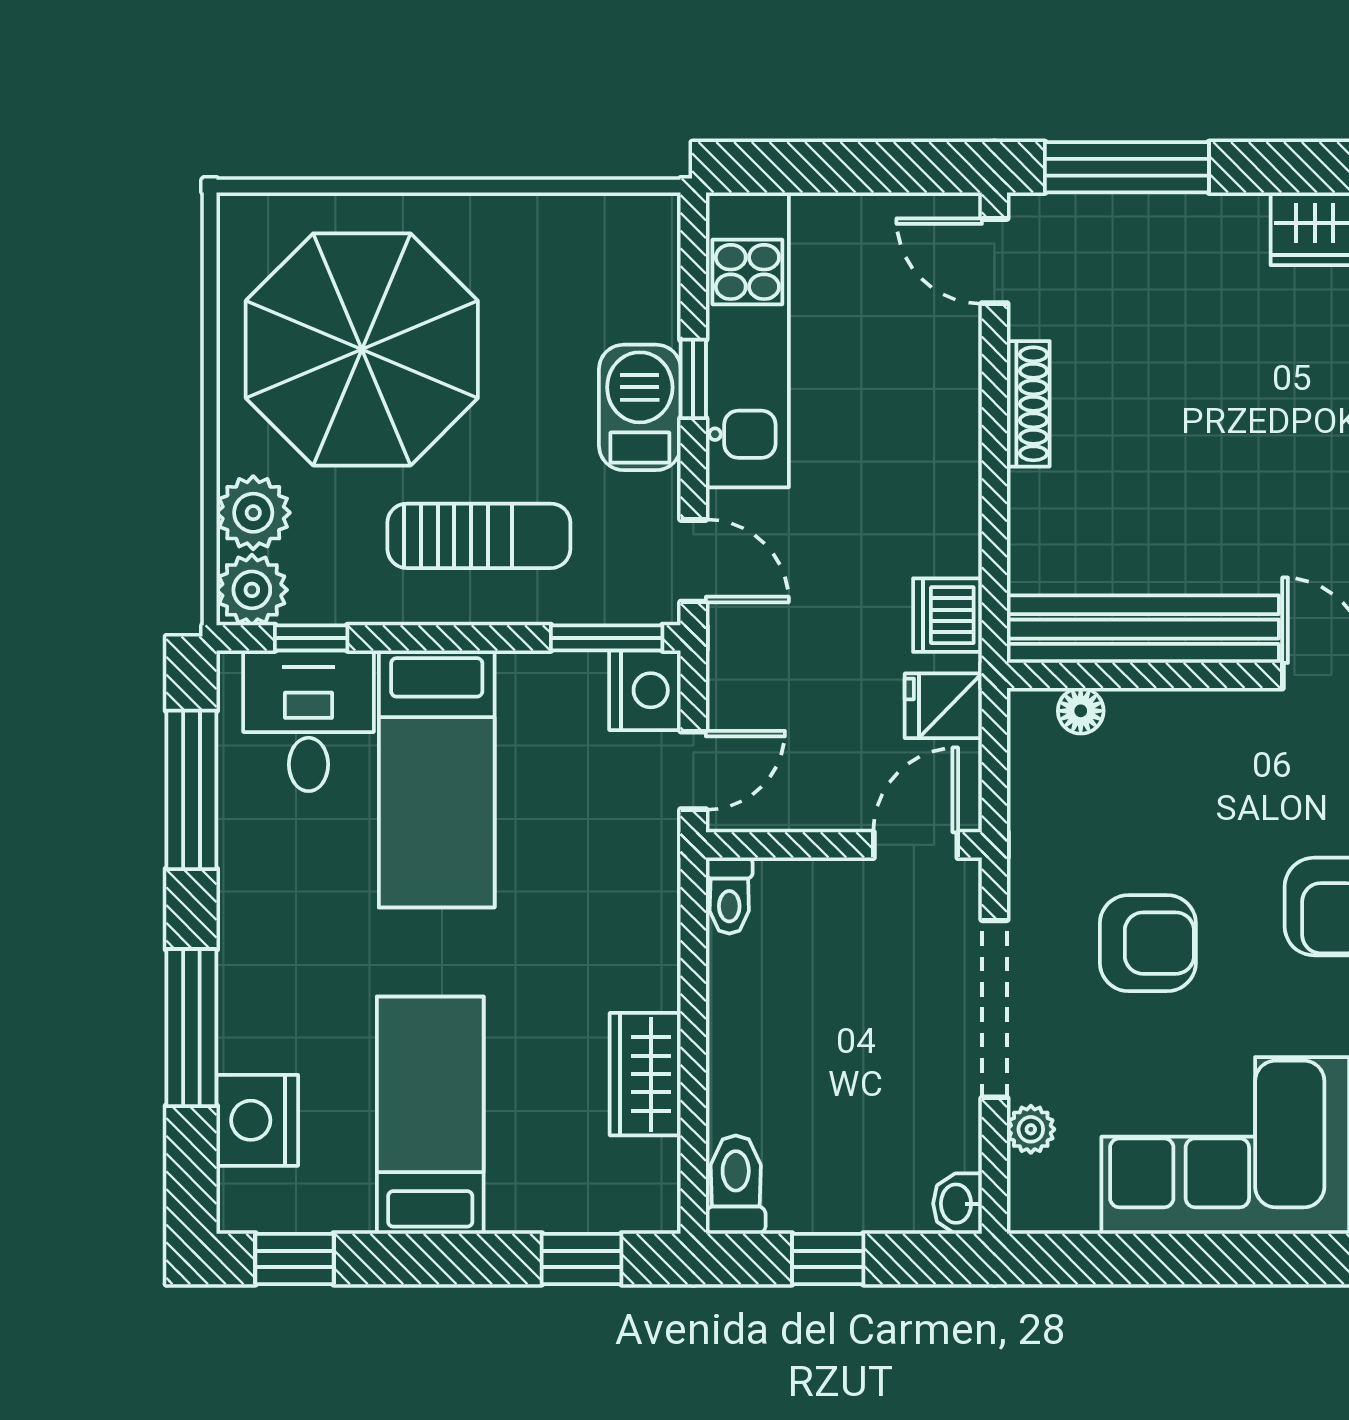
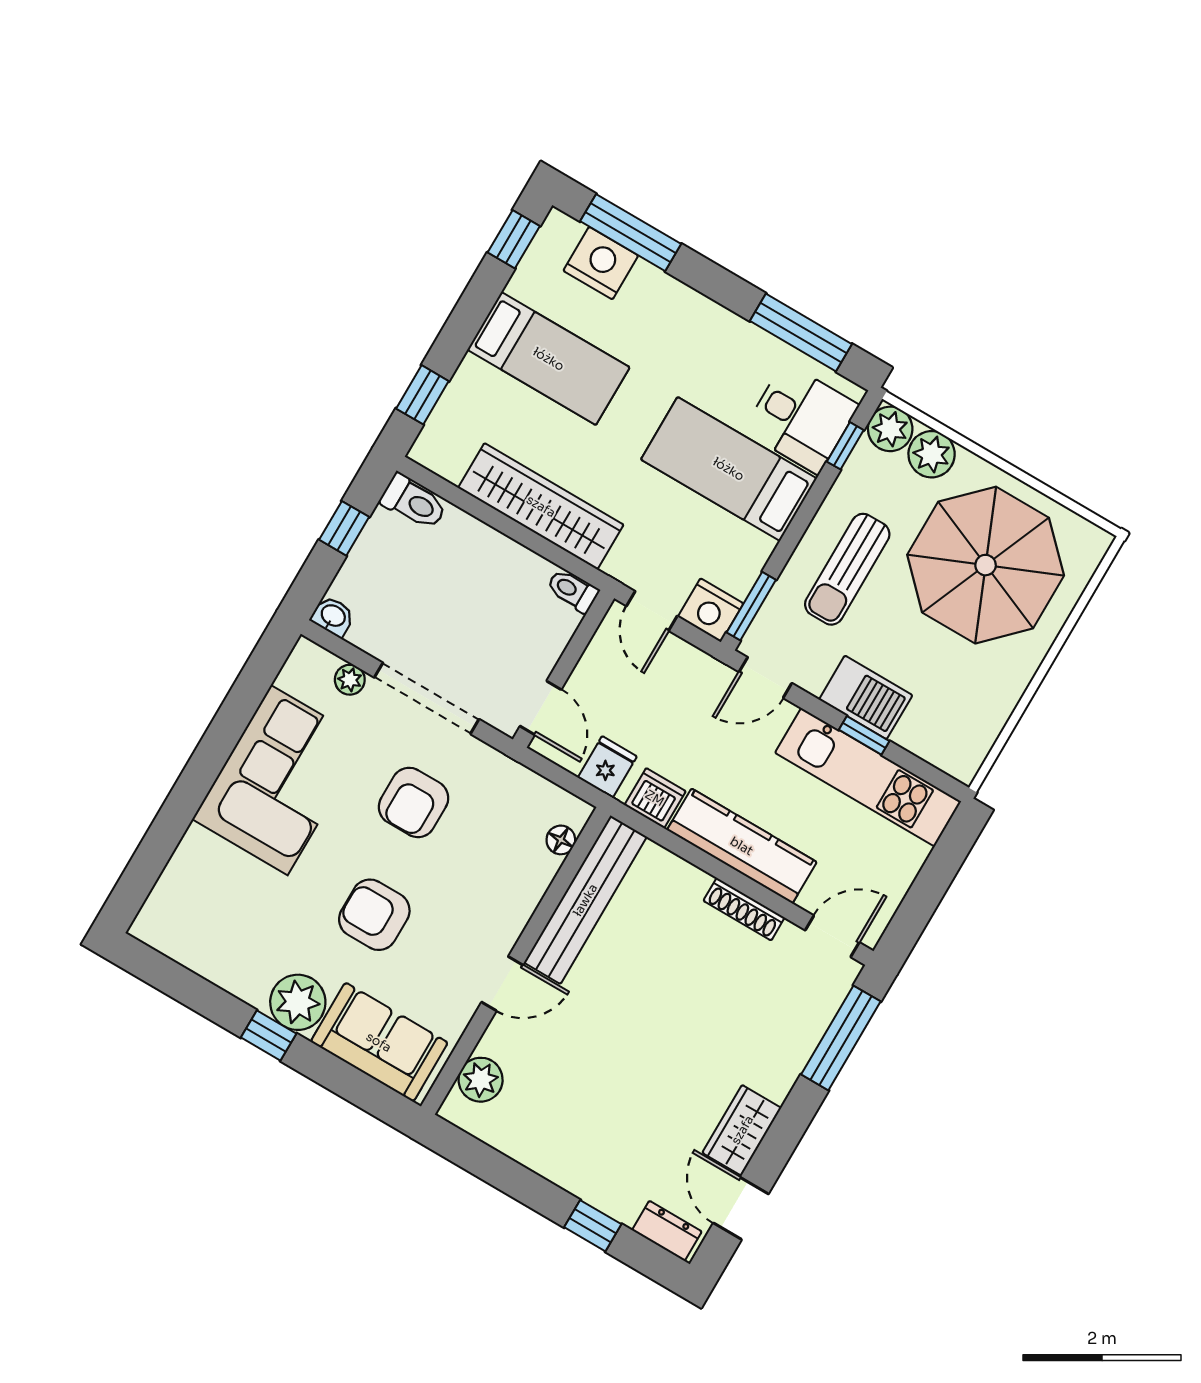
kitchen counter: (943, 458) -> (742, 846), added
window: (191, 1028) -> (631, 233), moved
wardrobe: (645, 1074) -> (541, 506), width x2.10, depth x1.17

